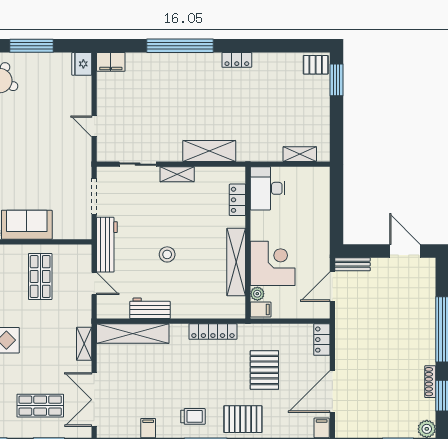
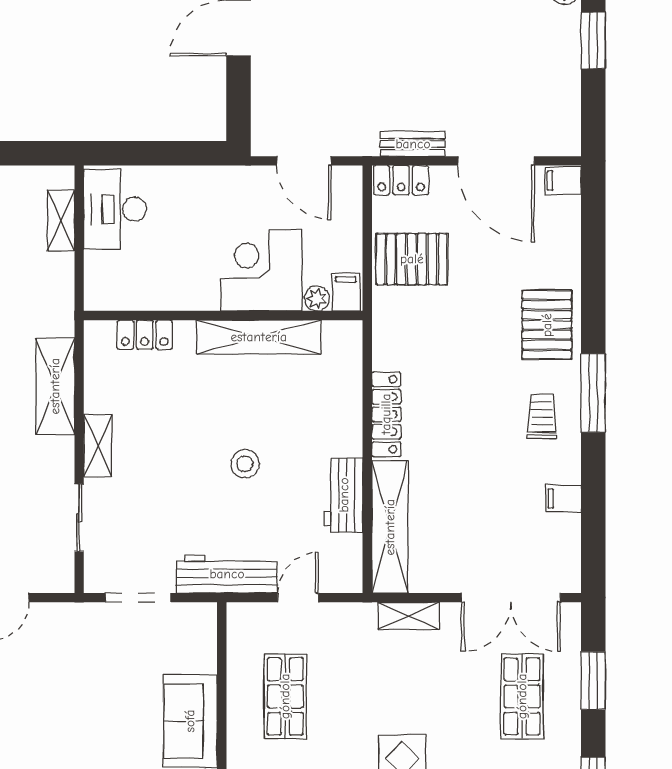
desk: (268, 188) -> (115, 209), moved, turned 90
bench: (352, 264) -> (413, 144), moved, turned 90
shop shelf: (40, 276) -> (285, 696), turned 90
locker: (213, 332) -> (386, 414), moved
pallet: (264, 370) -> (412, 259), moved

